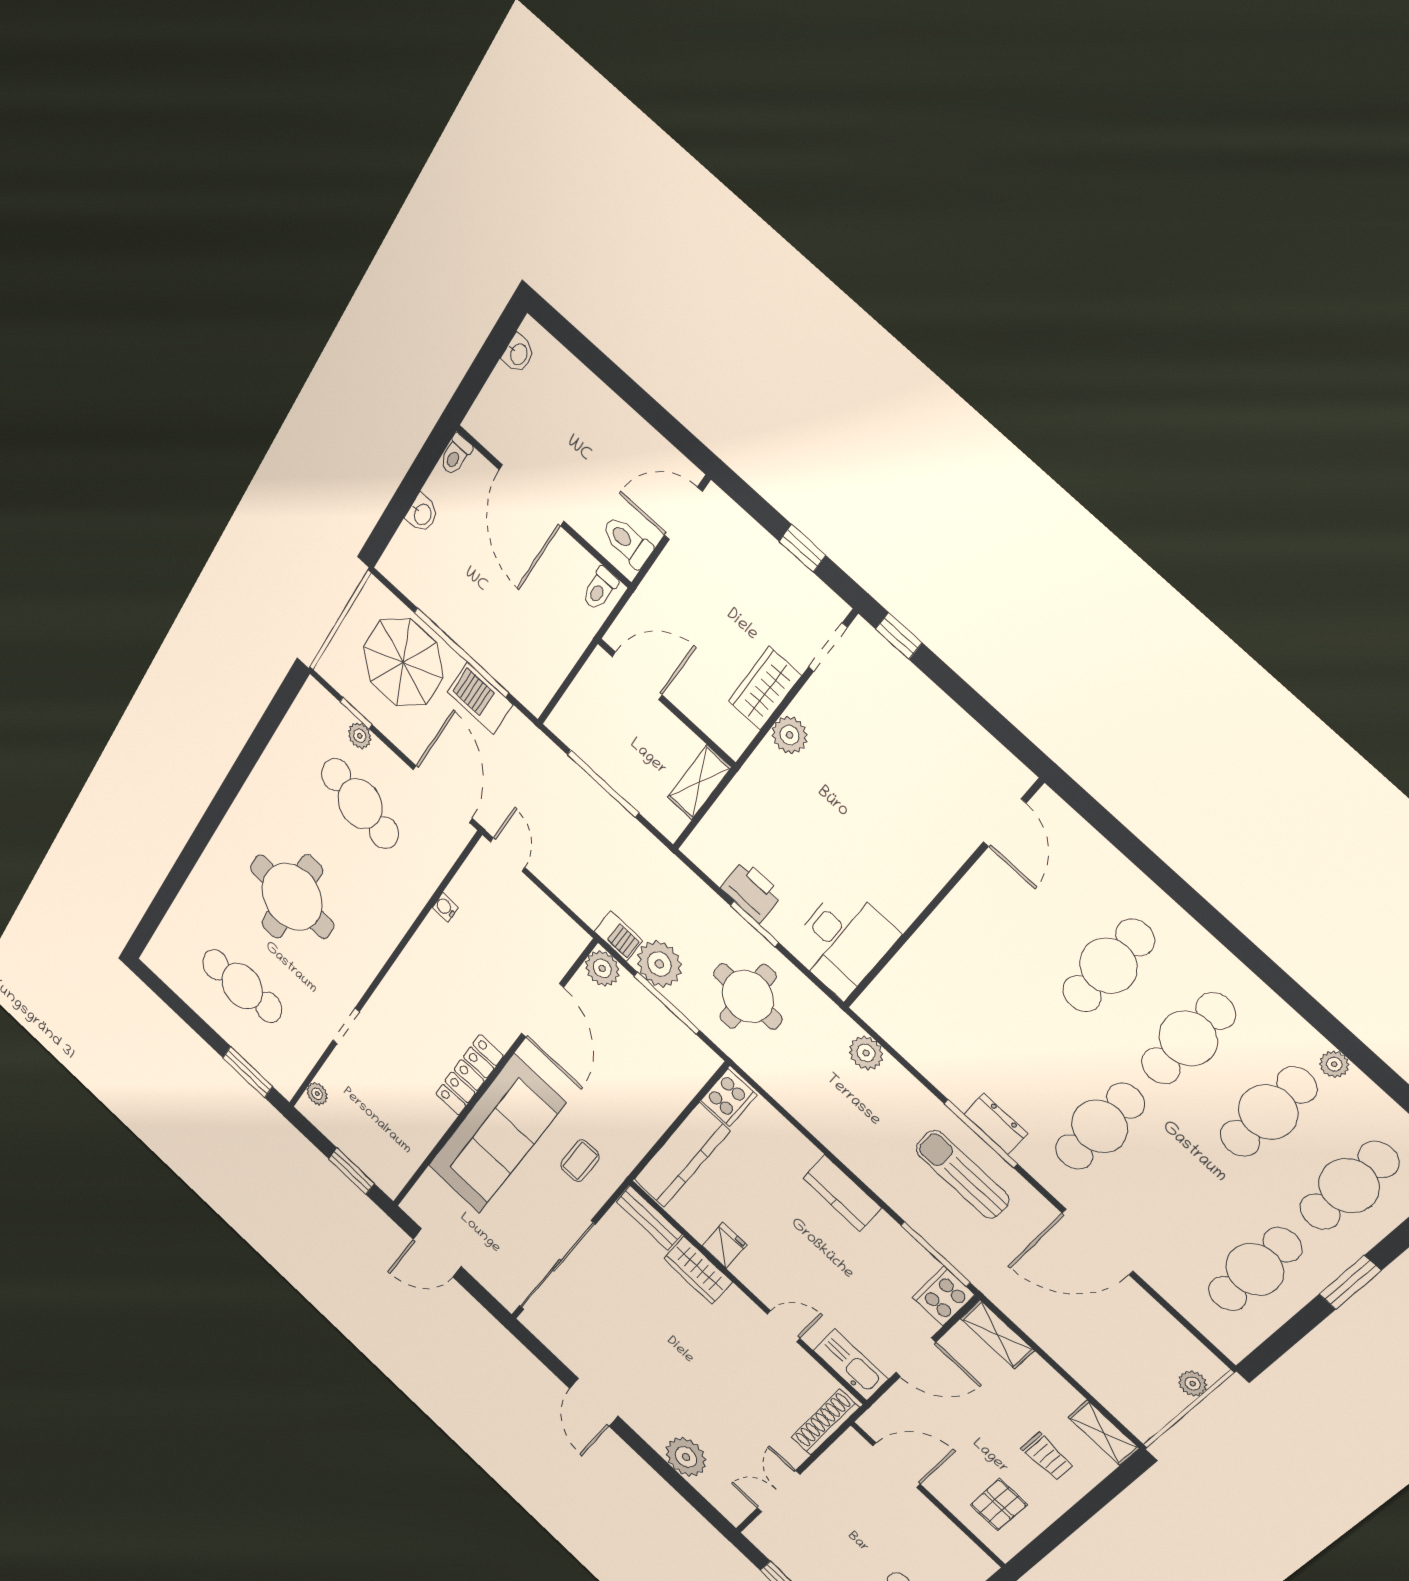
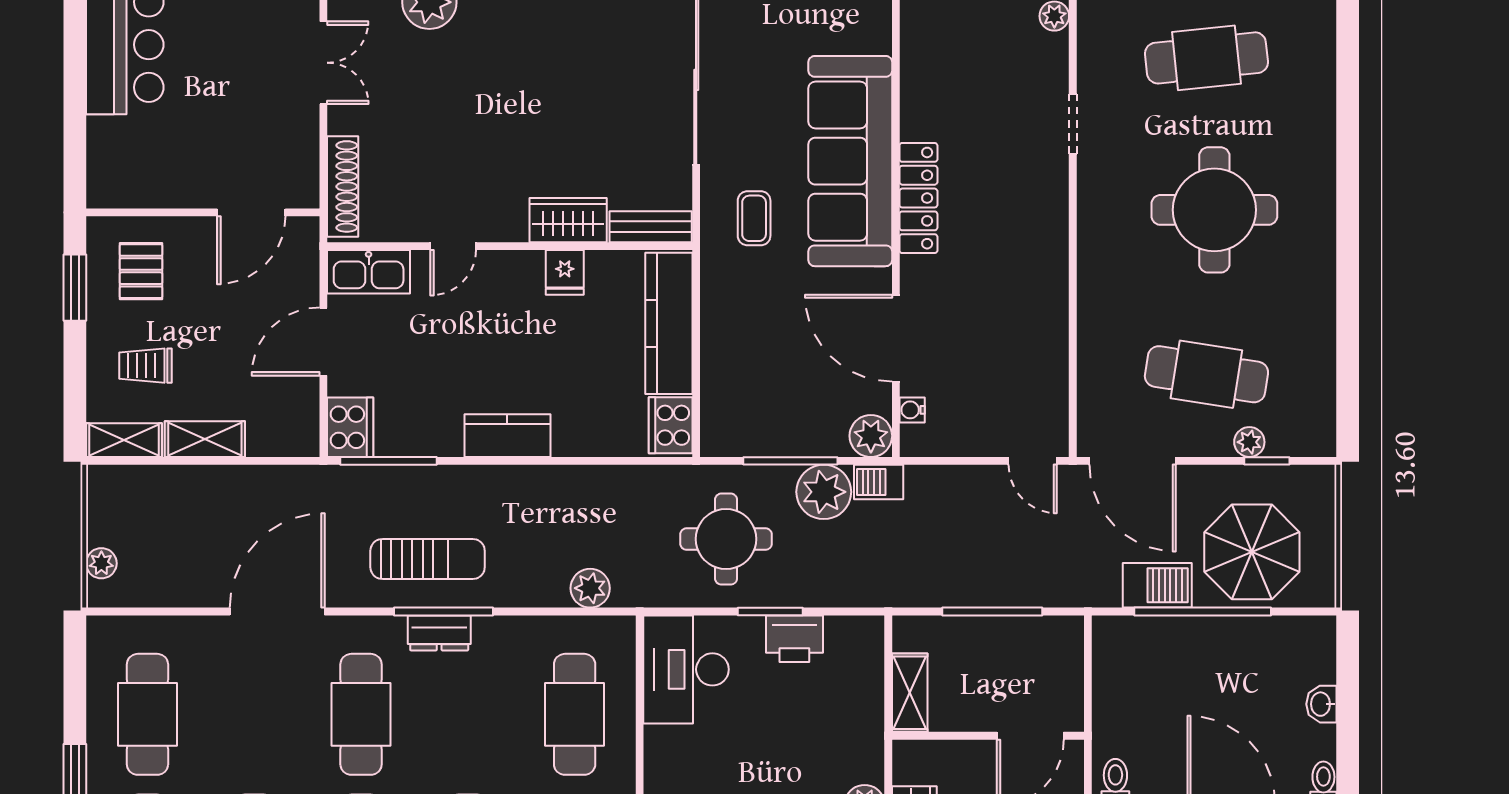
water cooler: (445, 907) -> (912, 410), moved, turned 180
cafe table: (947, 985) -> (575, 714), added
shelving: (997, 1334) -> (205, 439), moved
window: (1051, 1538) -> (75, 288), added

